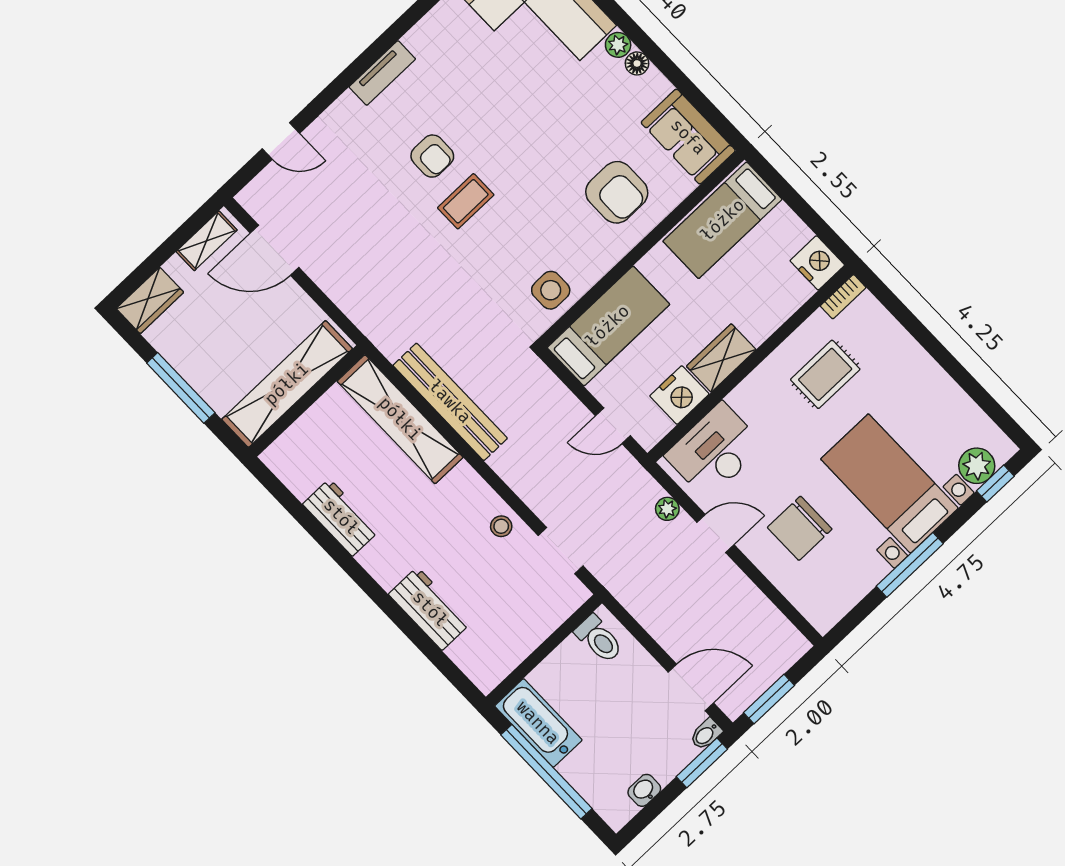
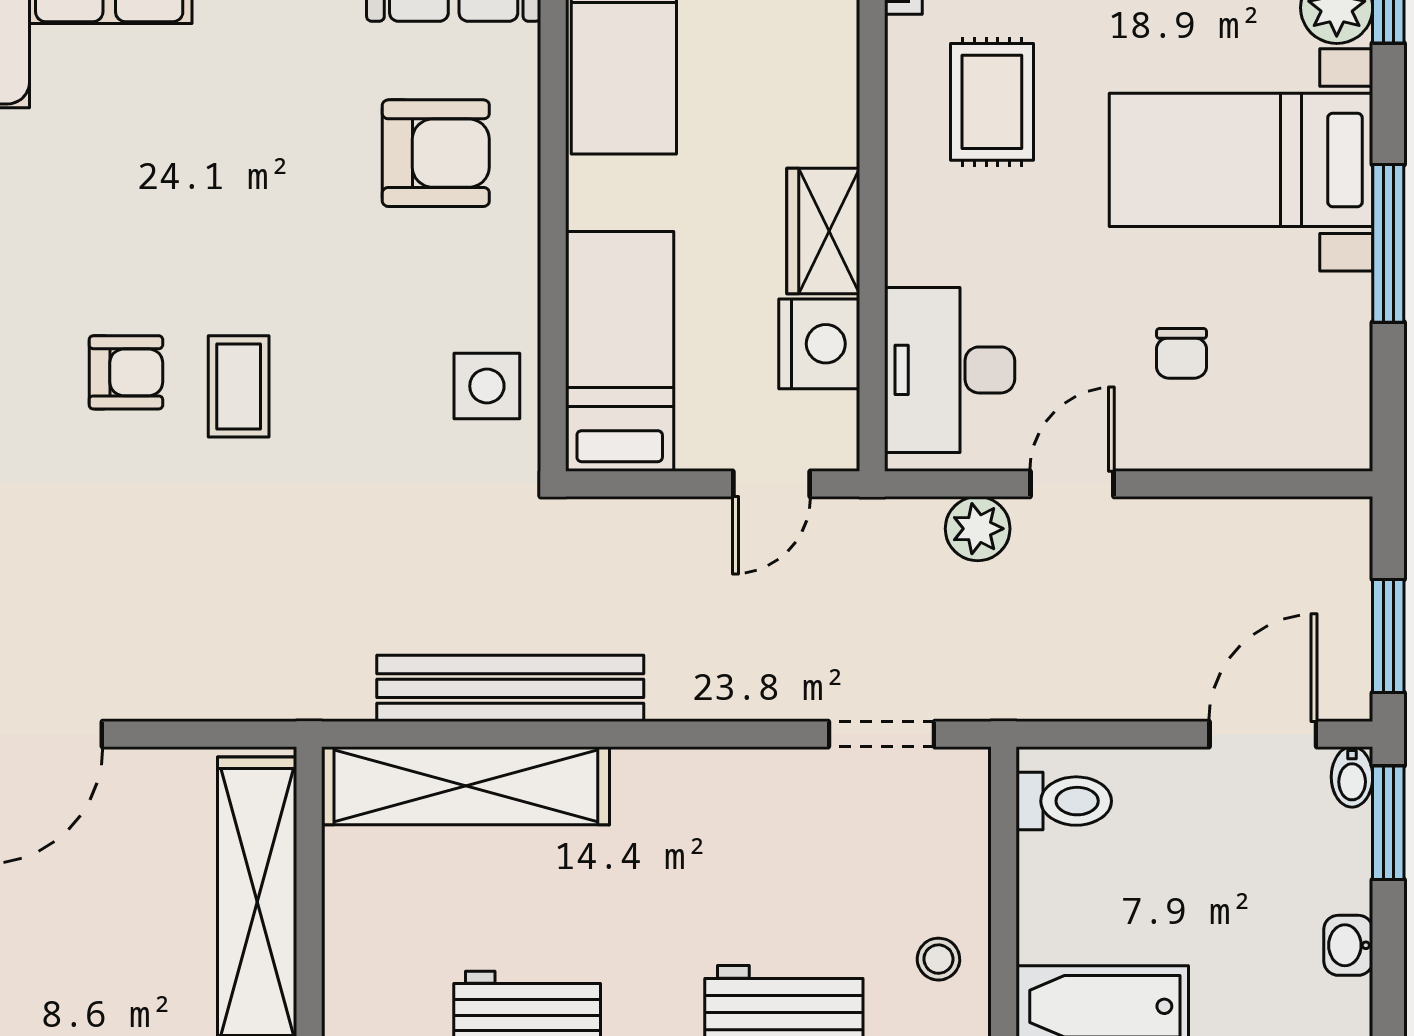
plant: (667, 509) -> (978, 529), width x1.38, depth x1.38
stool: (501, 526) -> (938, 959), moved
chair: (800, 528) -> (1181, 353), width x0.54, depth x0.54

